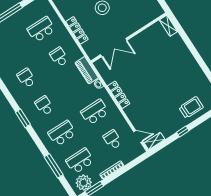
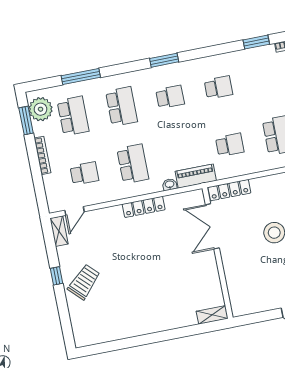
locker: (77, 30) -> (229, 190), moved
trolley: (191, 107) -> (84, 282), moved, turned -135

